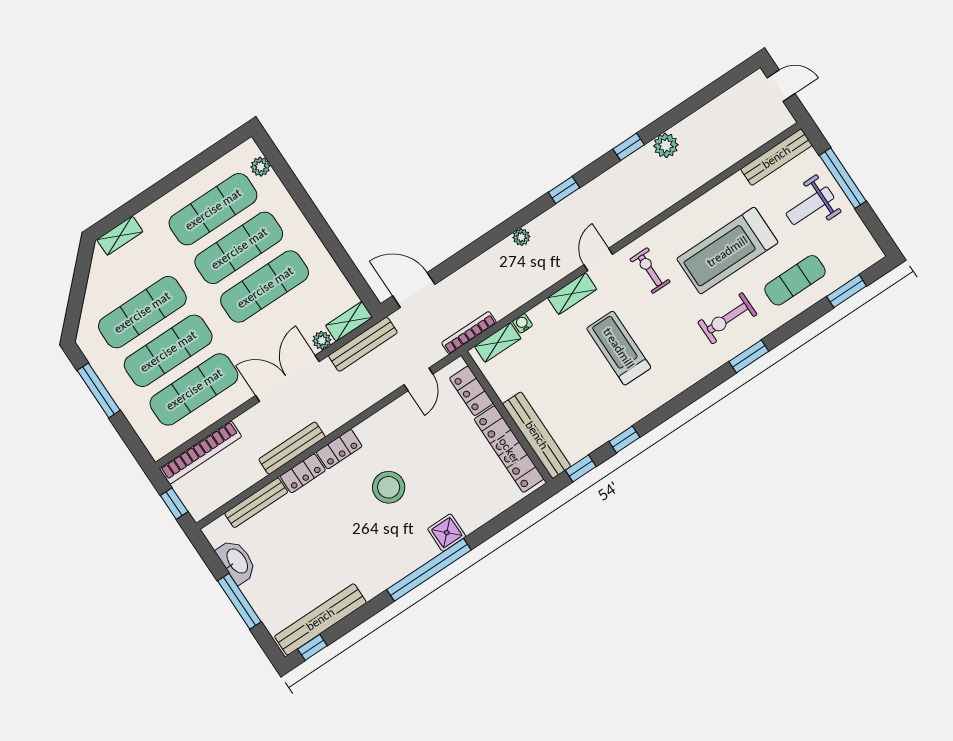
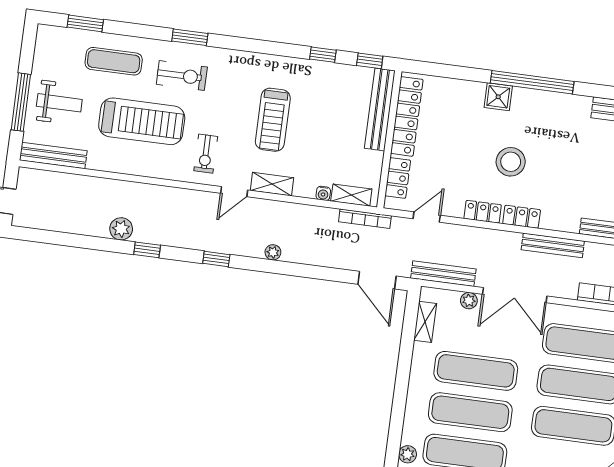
shelving: (349, 321) -> (425, 322), moved, turned 90
locker: (303, 473) -> (483, 212), moved

